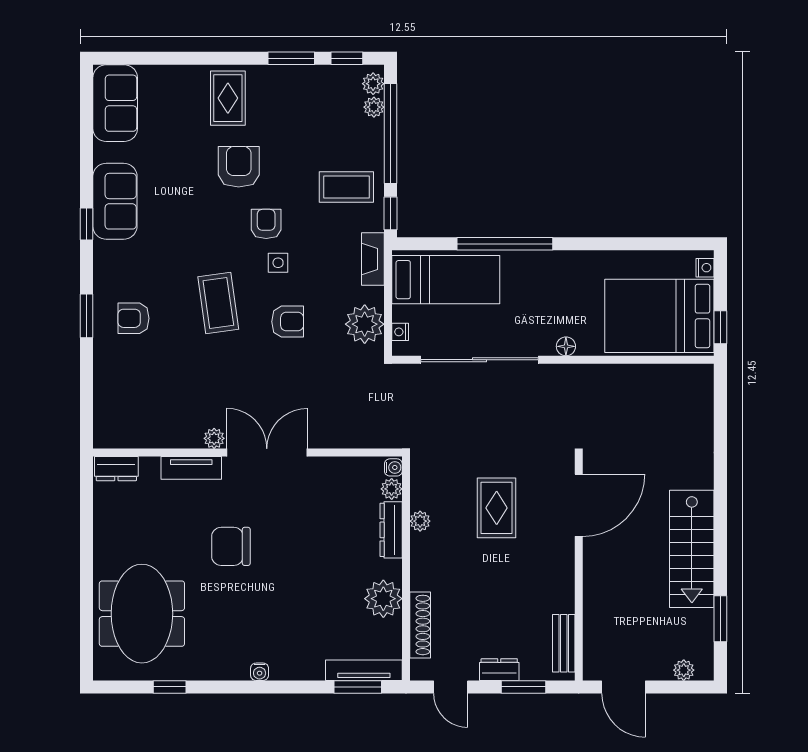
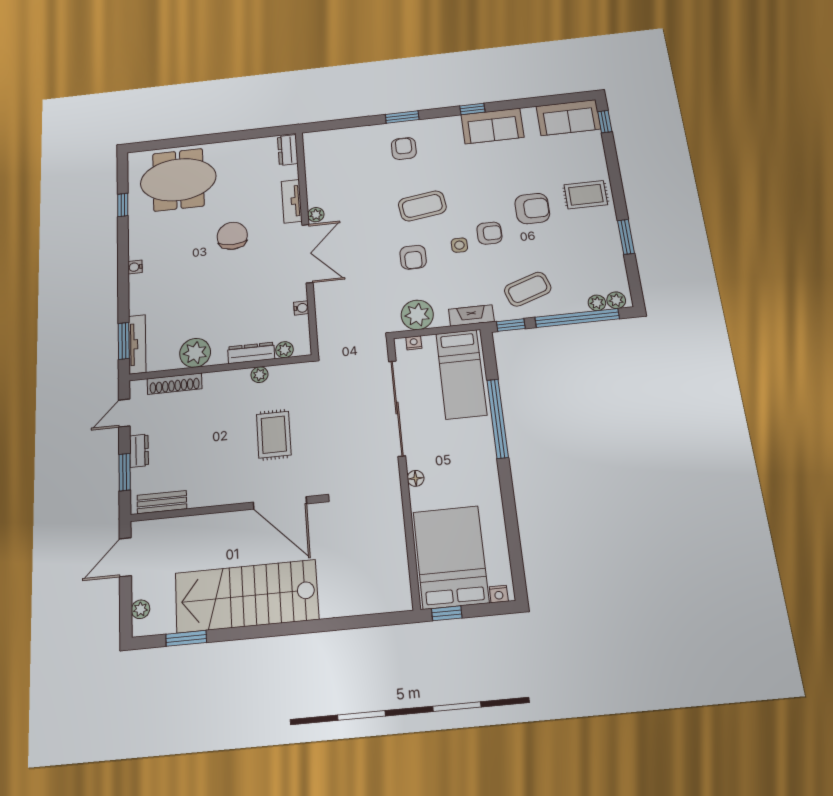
window: (347, 58) -> (605, 122), moved
coffee table: (346, 187) -> (528, 289), turned 71
water cooler: (393, 467) -> (301, 308), moved, turned -90
rug: (497, 508) -> (274, 435), turned 90
stairs: (692, 549) -> (247, 596), width x1.36, depth x1.51

